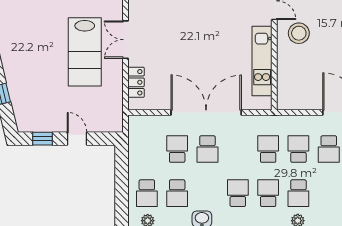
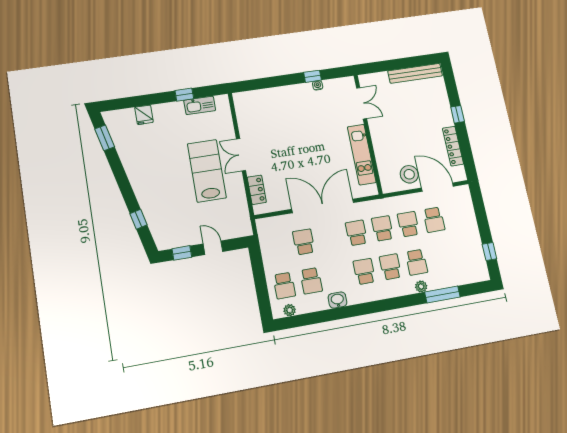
stool: (299, 33) -> (409, 174), moved
lab bench: (85, 52) -> (207, 171), turned 180
school desk: (207, 149) -> (356, 233), moved, turned 180

